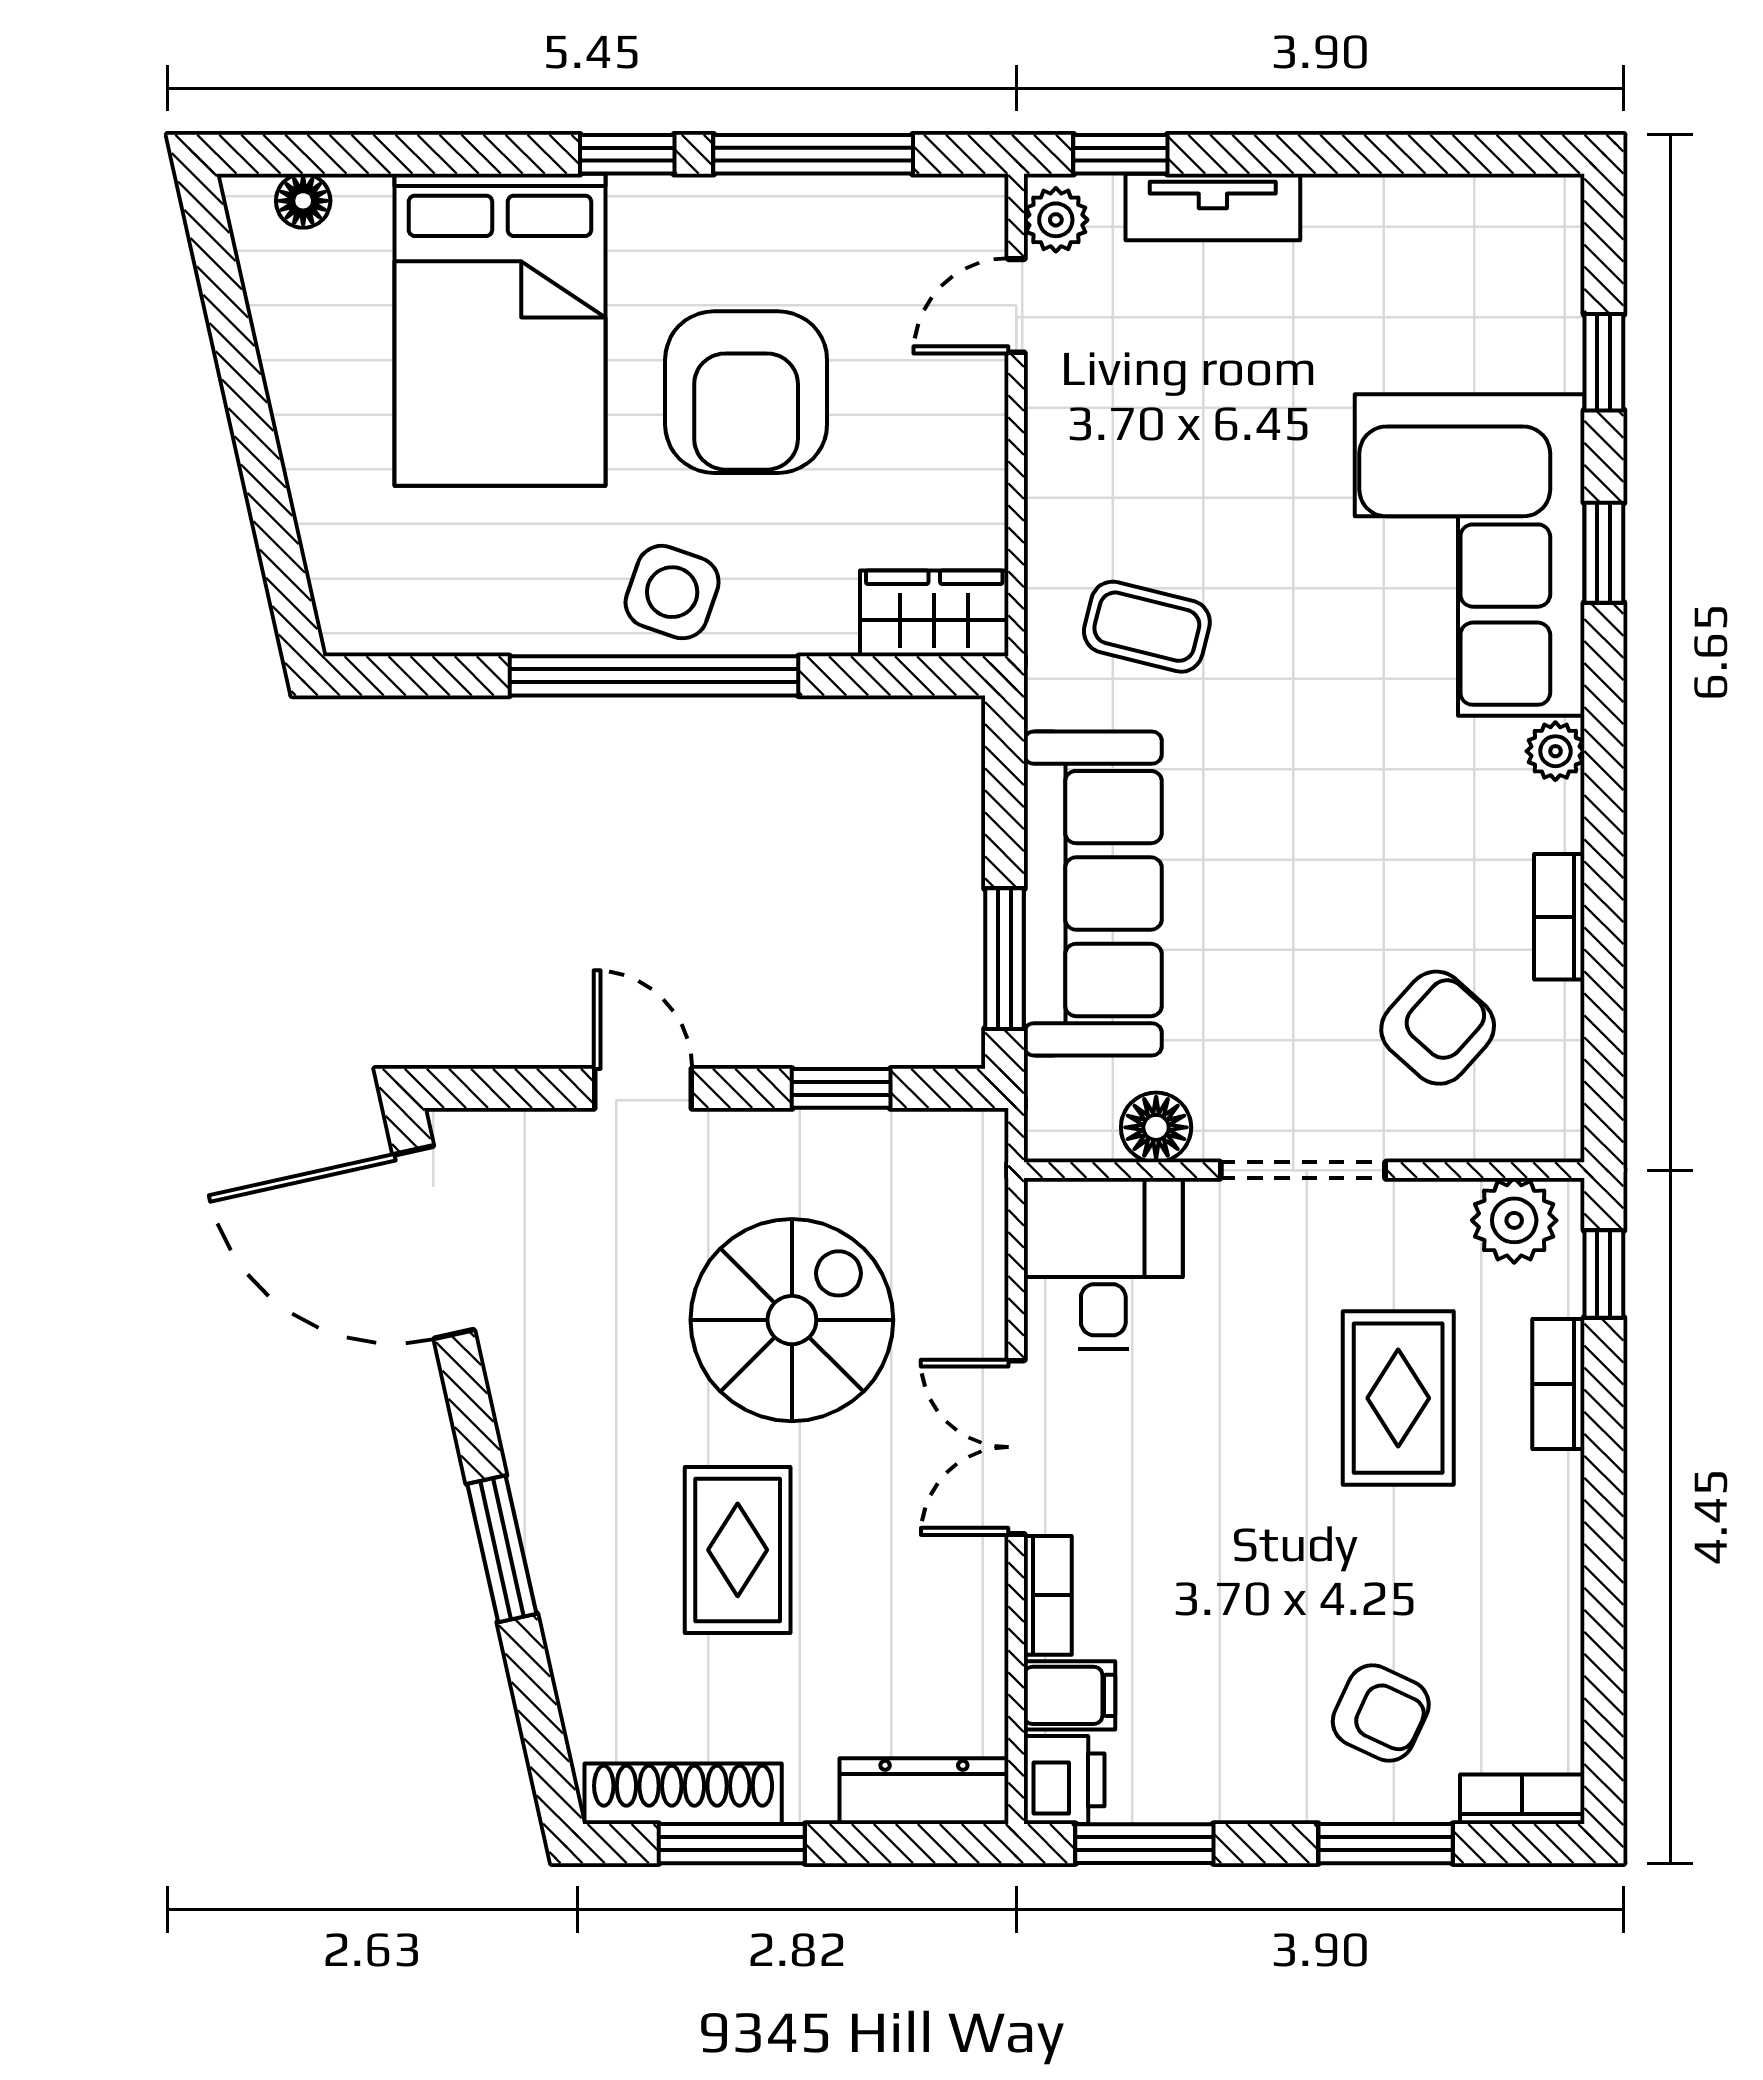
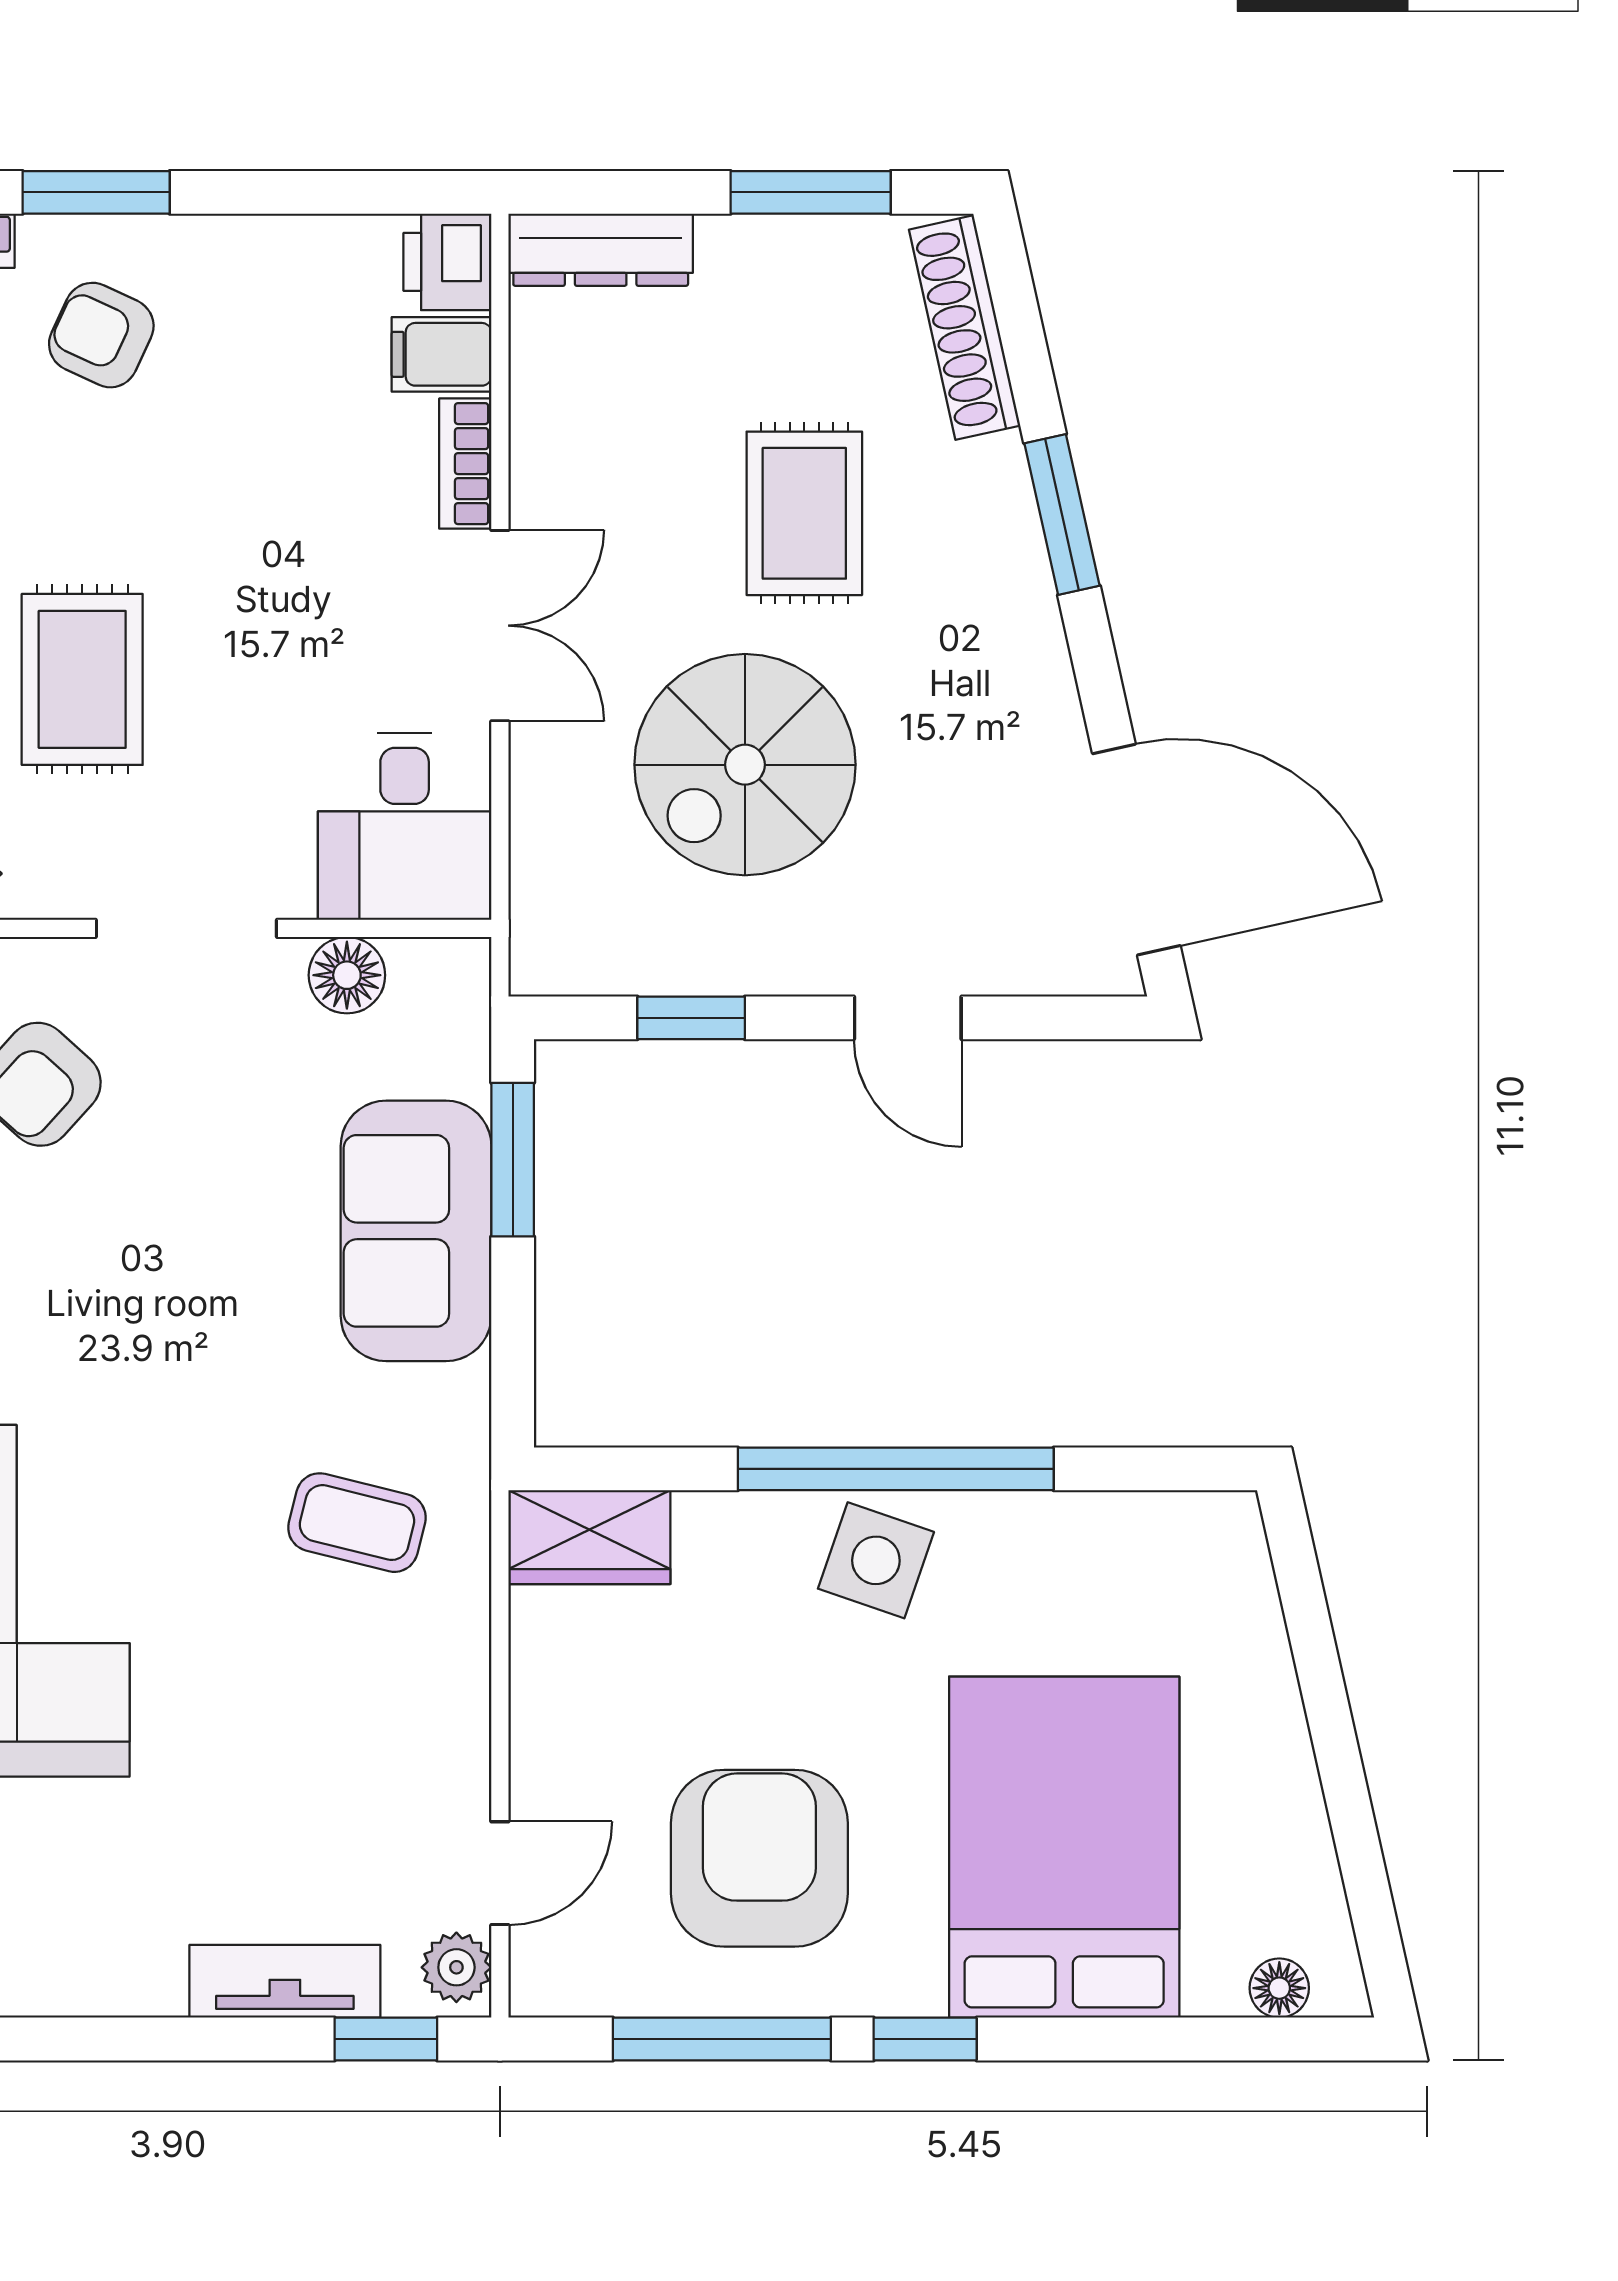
armchair: (746, 392) -> (759, 1858), moved
sofa: (1093, 894) -> (416, 1231), width x0.73
shoe rack: (683, 1794) -> (965, 328), moved, turned 77
window: (1144, 1844) -> (360, 192), removed

